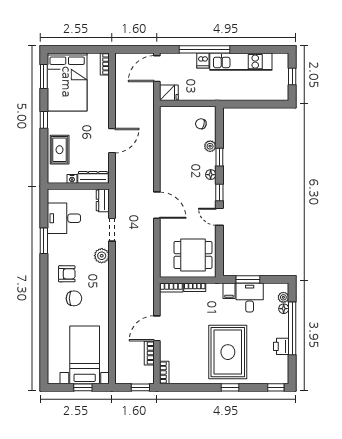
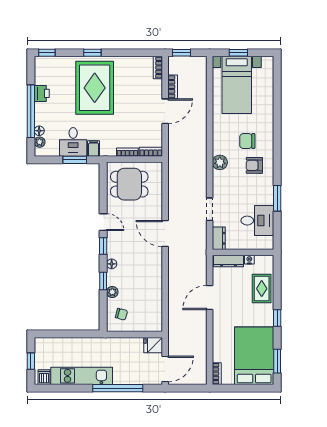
dishwasher: (203, 60) -> (44, 377), moved
plant: (102, 256) -> (220, 162), moved

